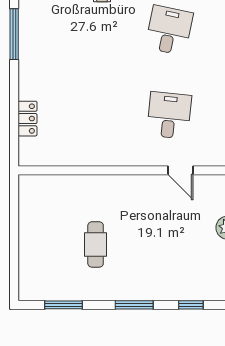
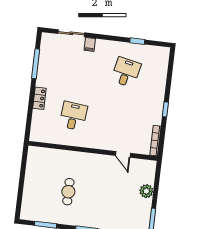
desk: (169, 115) -> (73, 116), moved
locker: (28, 119) -> (39, 98), moved

